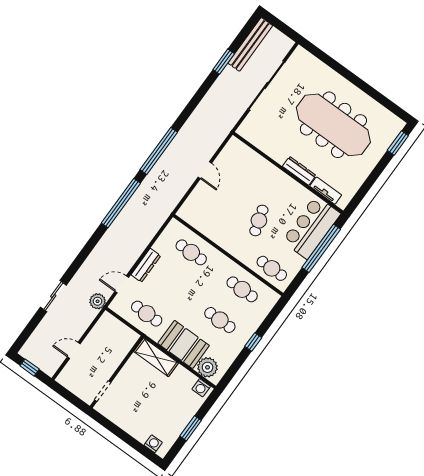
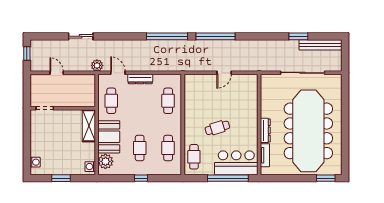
meeting table: (333, 125) -> (308, 131), width x1.36, depth x1.27

